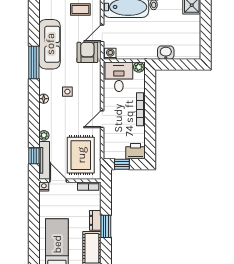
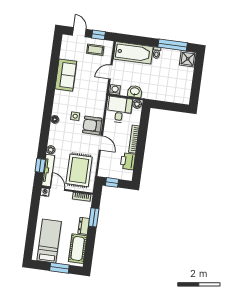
sofa: (50, 44) -> (66, 75), width x0.73
armchair: (87, 52) -> (92, 125), moved, turned -90
washbasin: (166, 53) -> (135, 92), moved
window: (34, 62) -> (51, 88), removed
door: (102, 119) -> (101, 143), swing flipped
printer: (136, 151) -> (128, 161), moved, turned -90
window: (106, 226) -> (94, 217), moved

